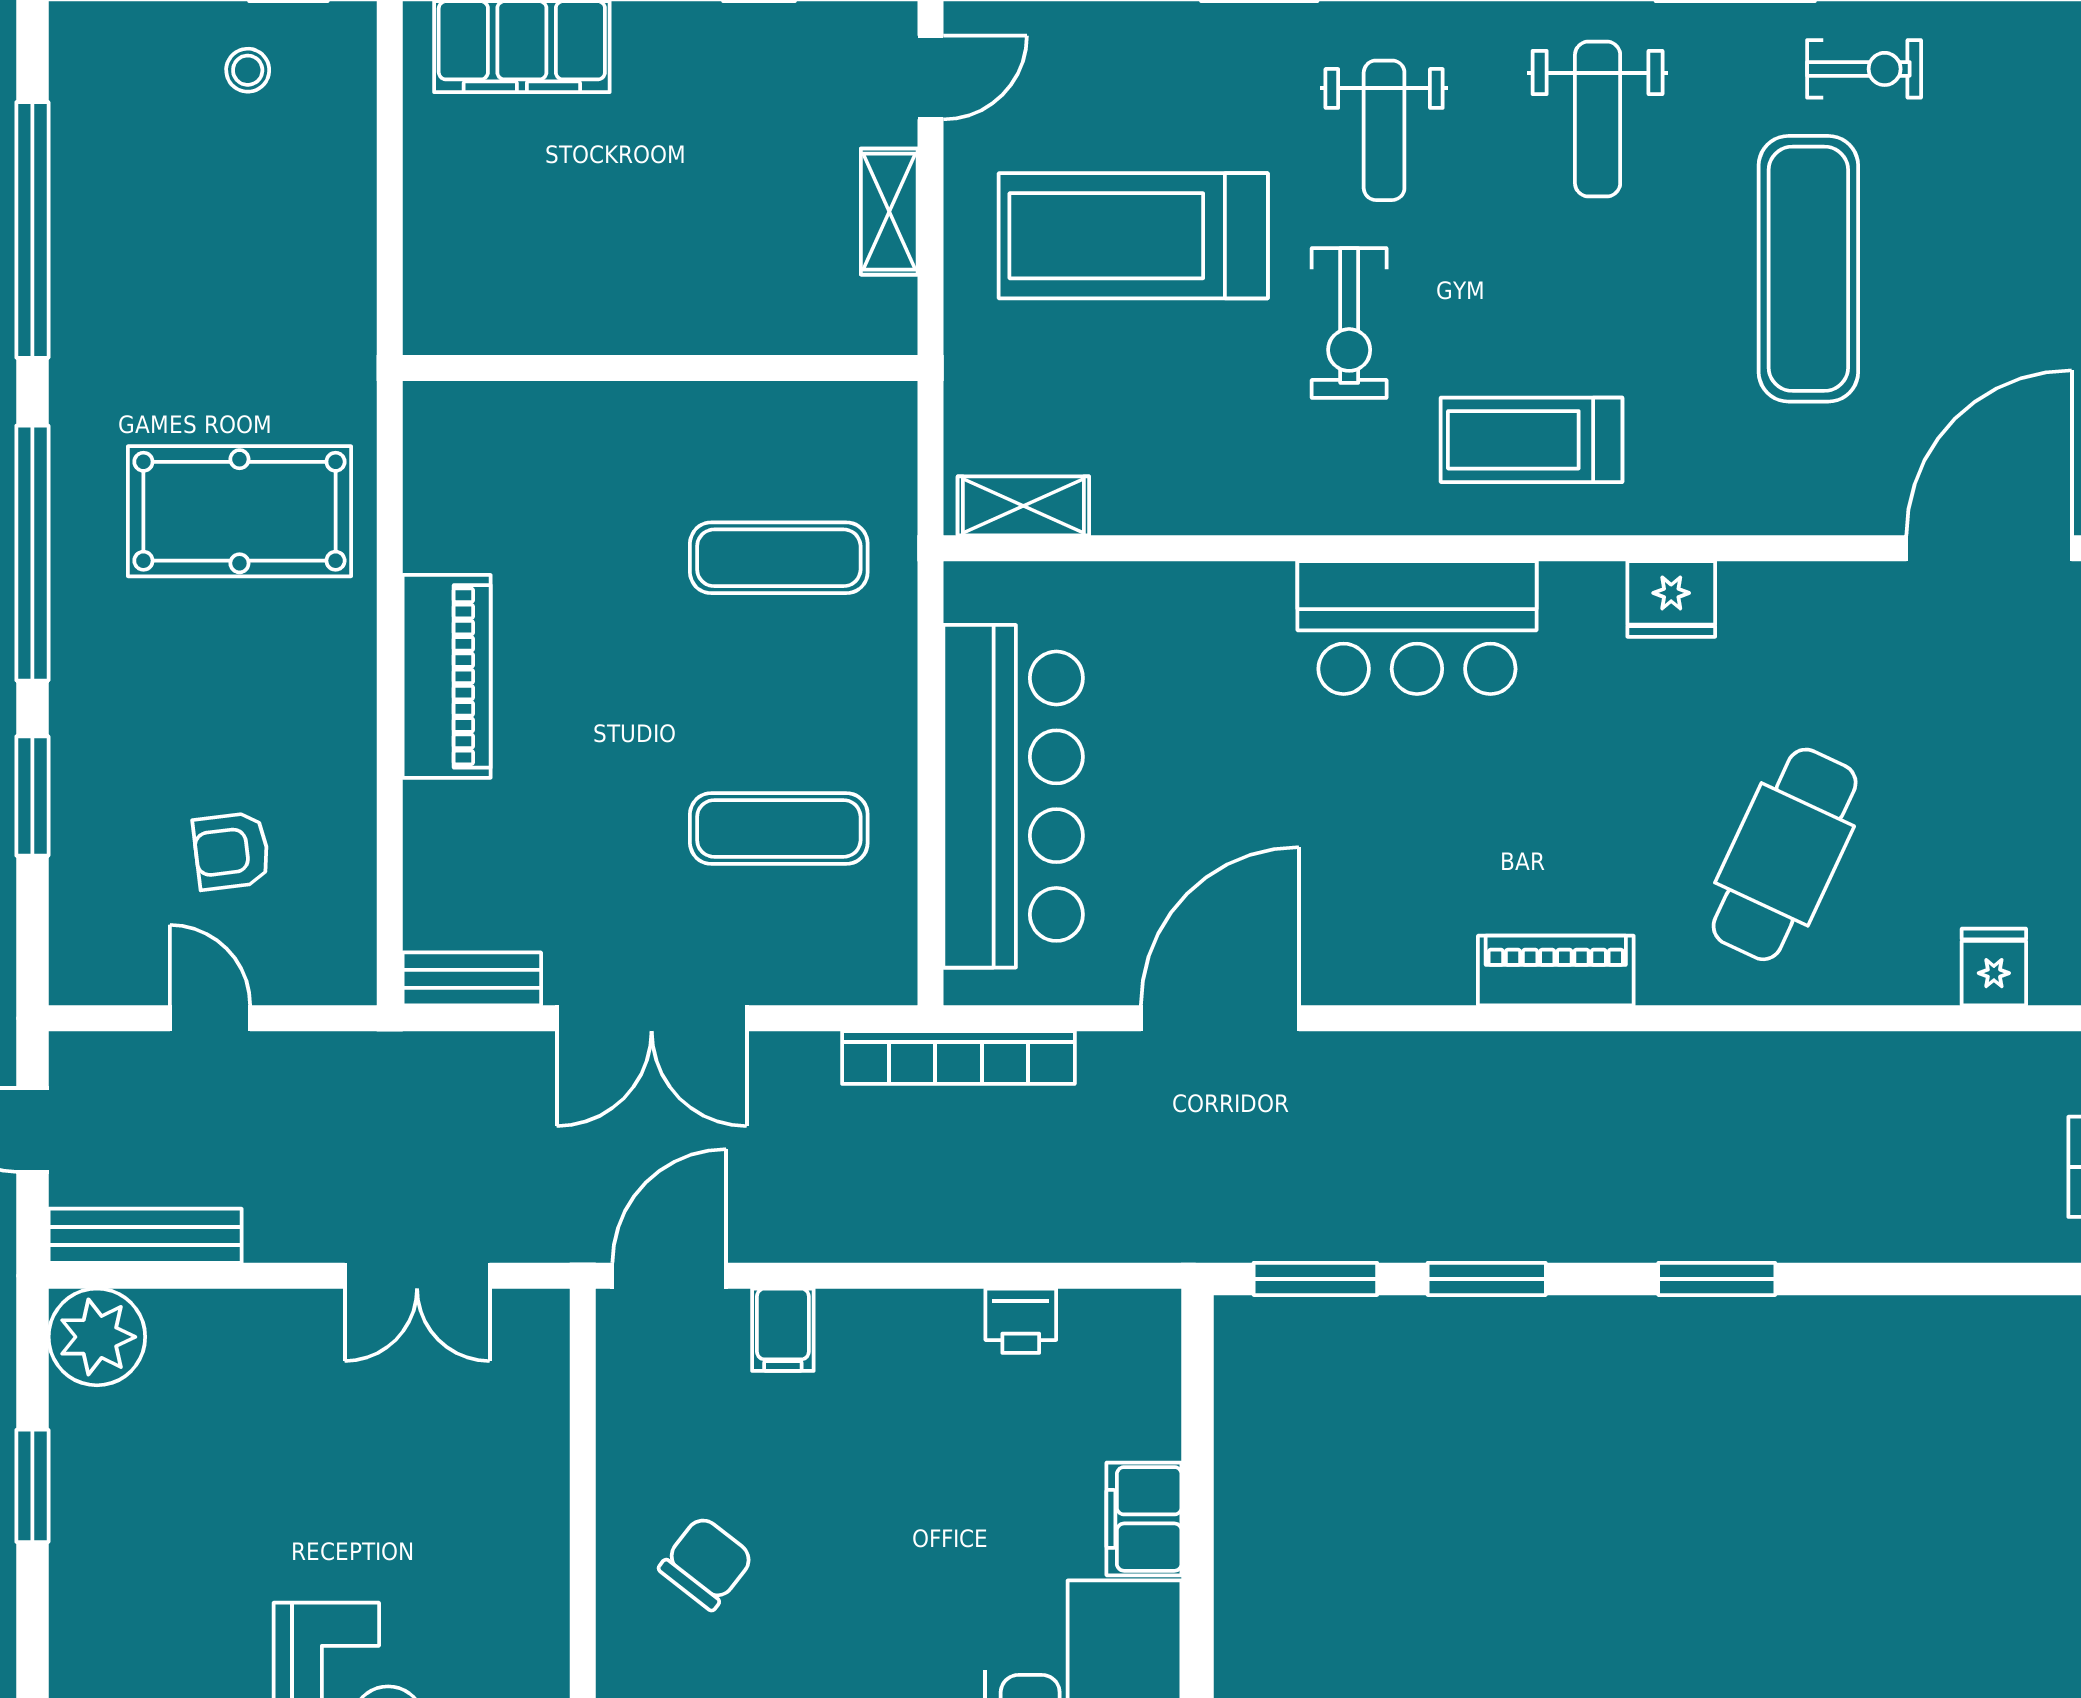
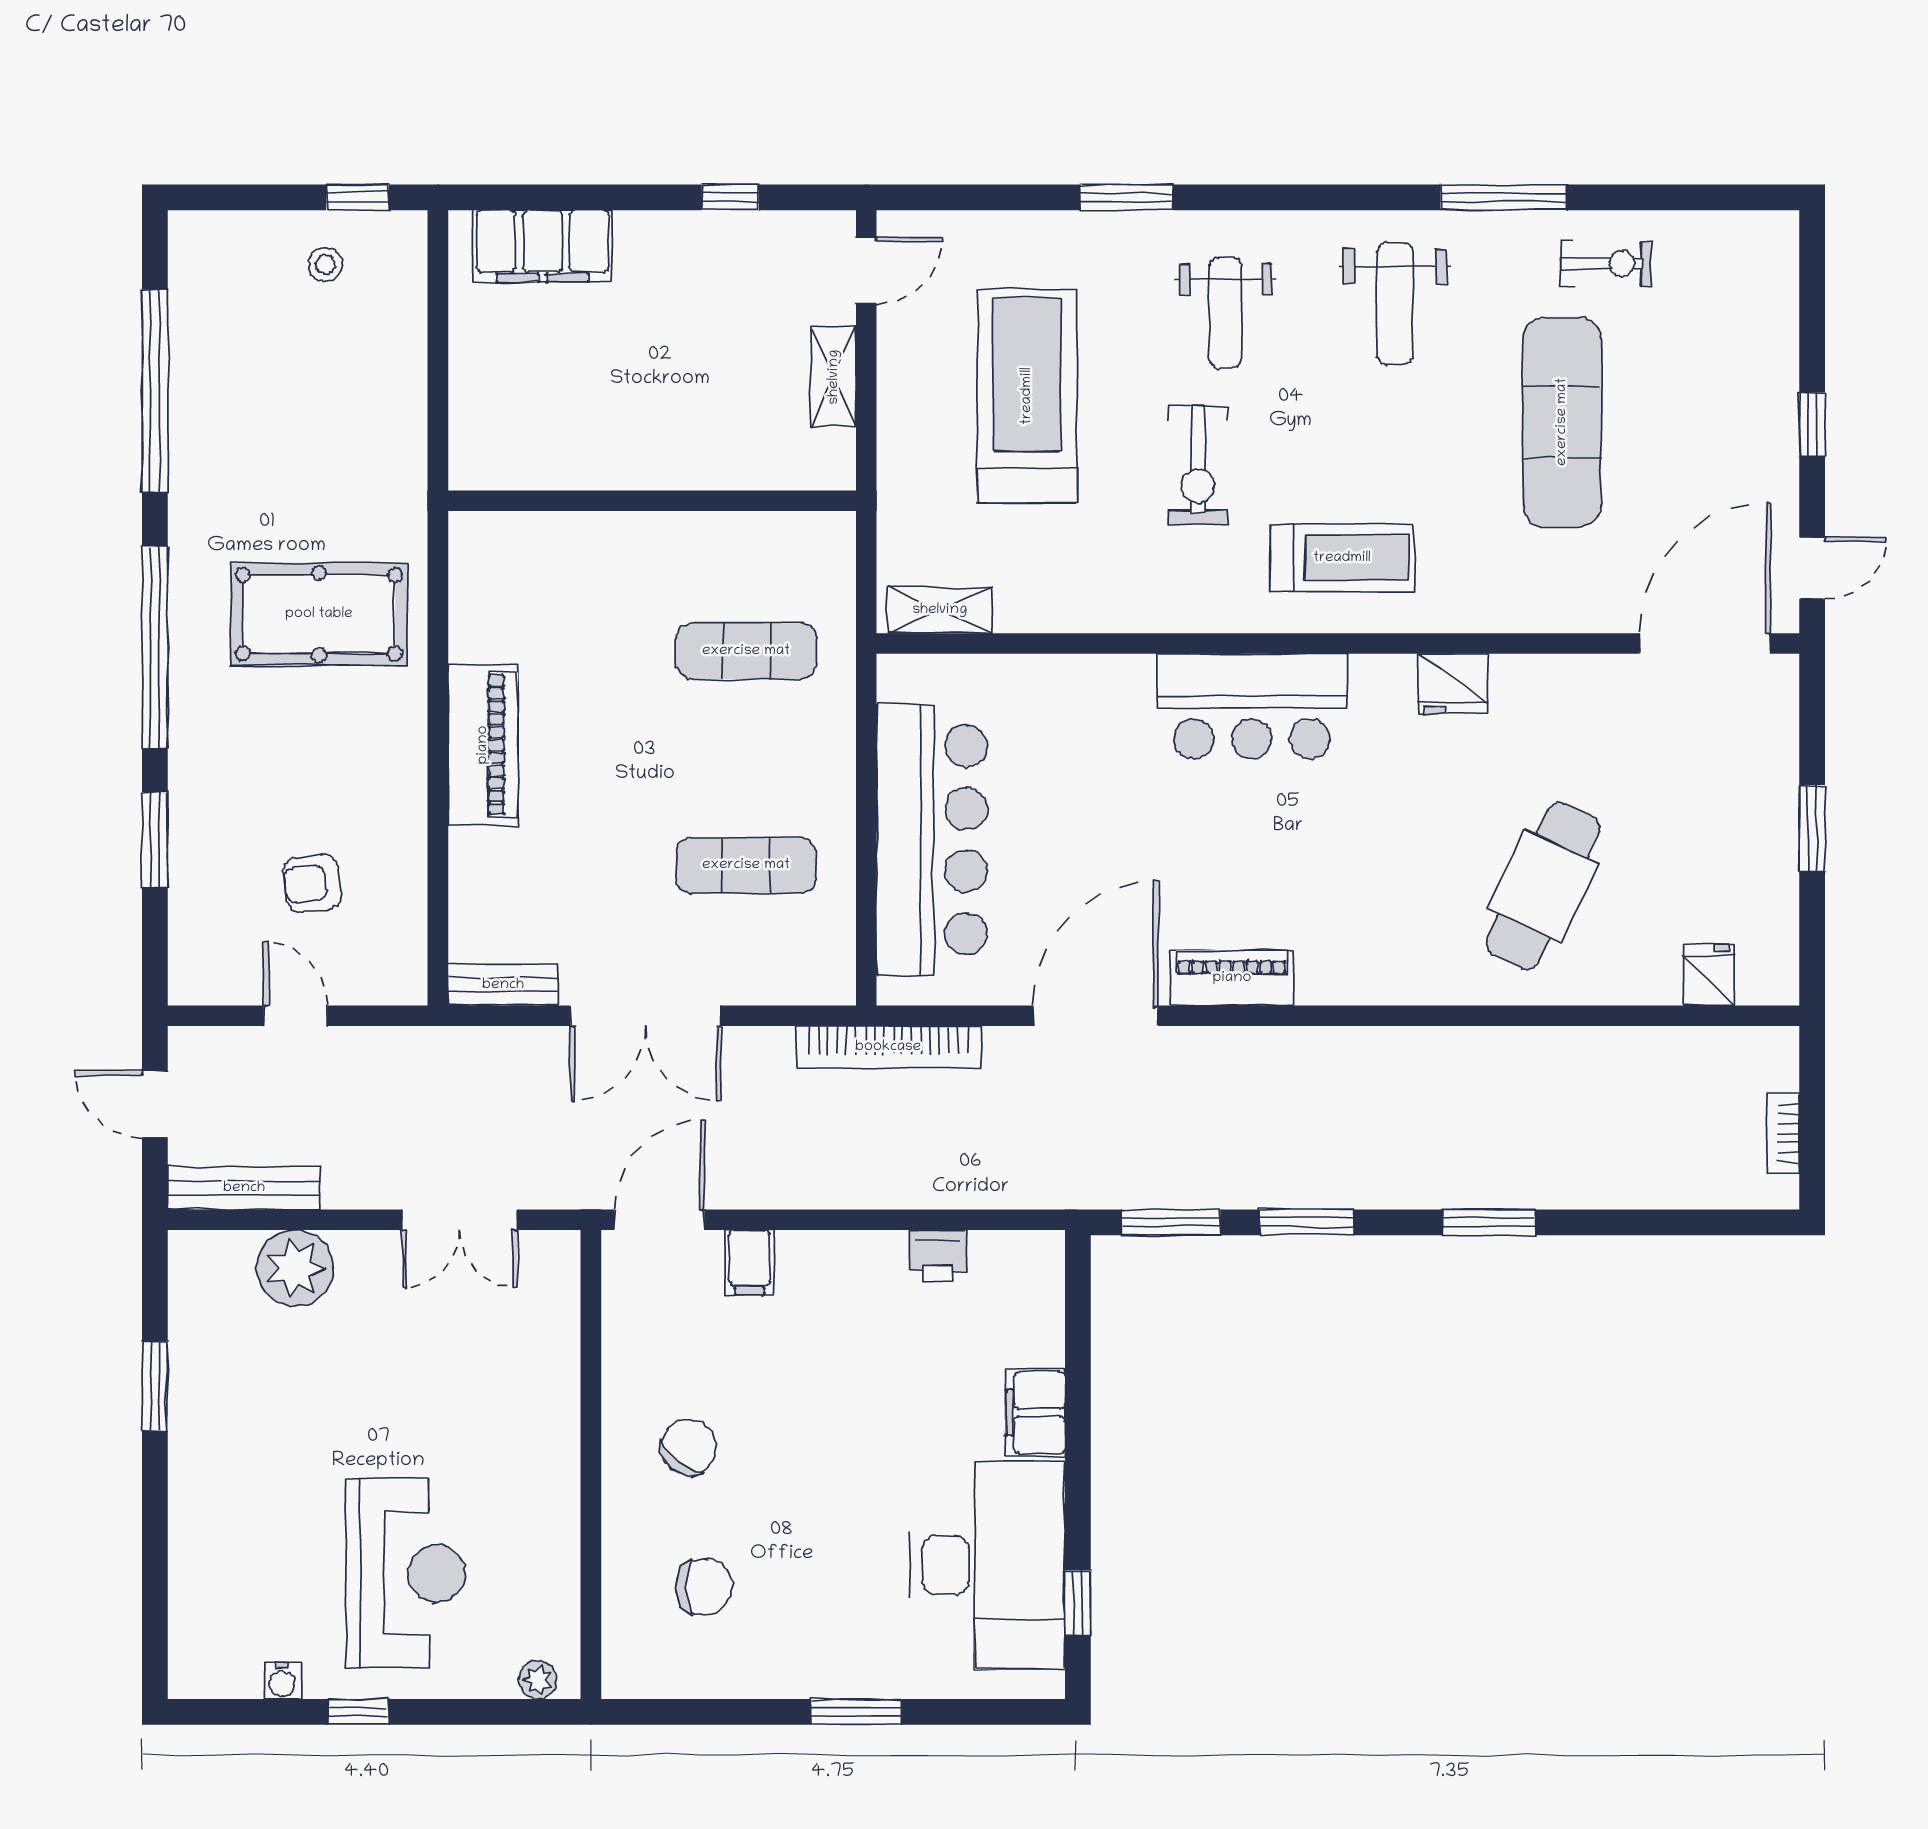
treadmill: (1133, 236) -> (1027, 396), turned 90
treadmill: (1531, 440) -> (1342, 558), turned 180
piano: (1556, 971) -> (1232, 978), moved
plant: (97, 1337) -> (295, 1268), moved

